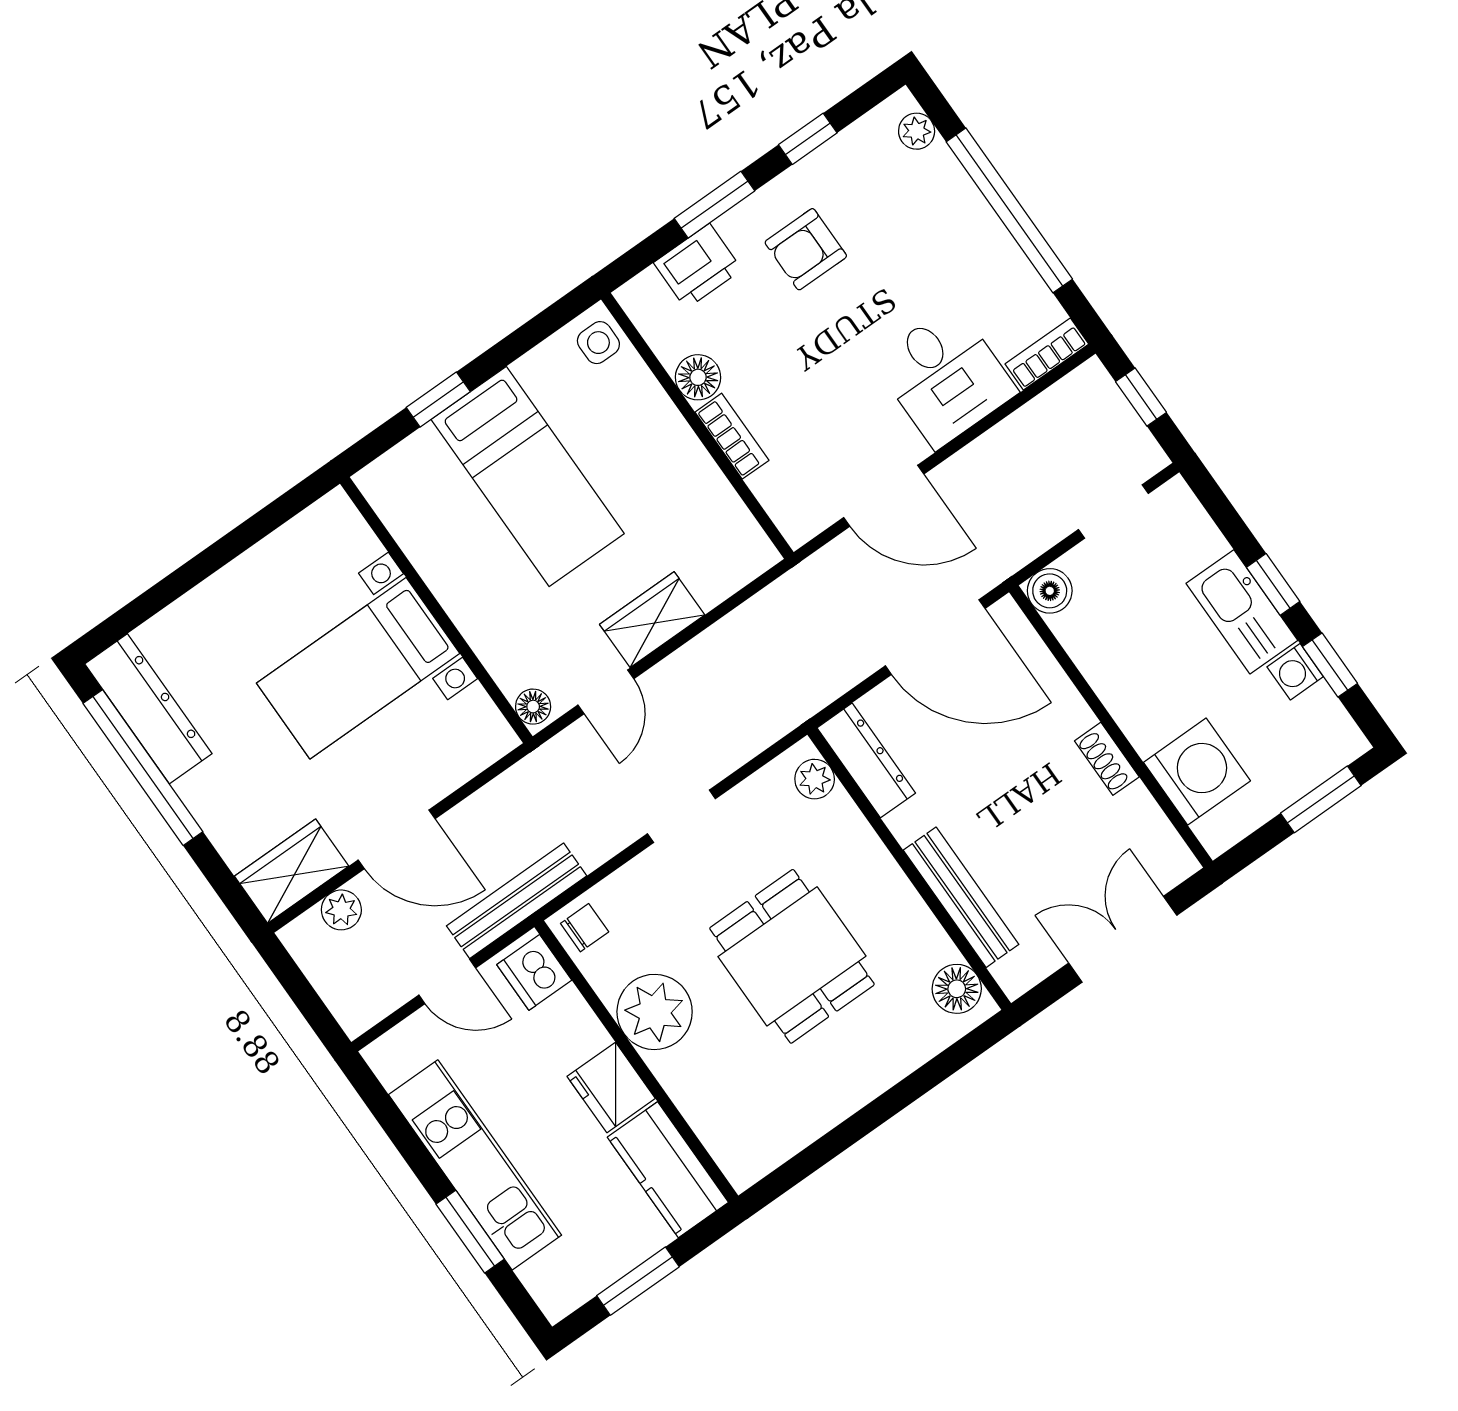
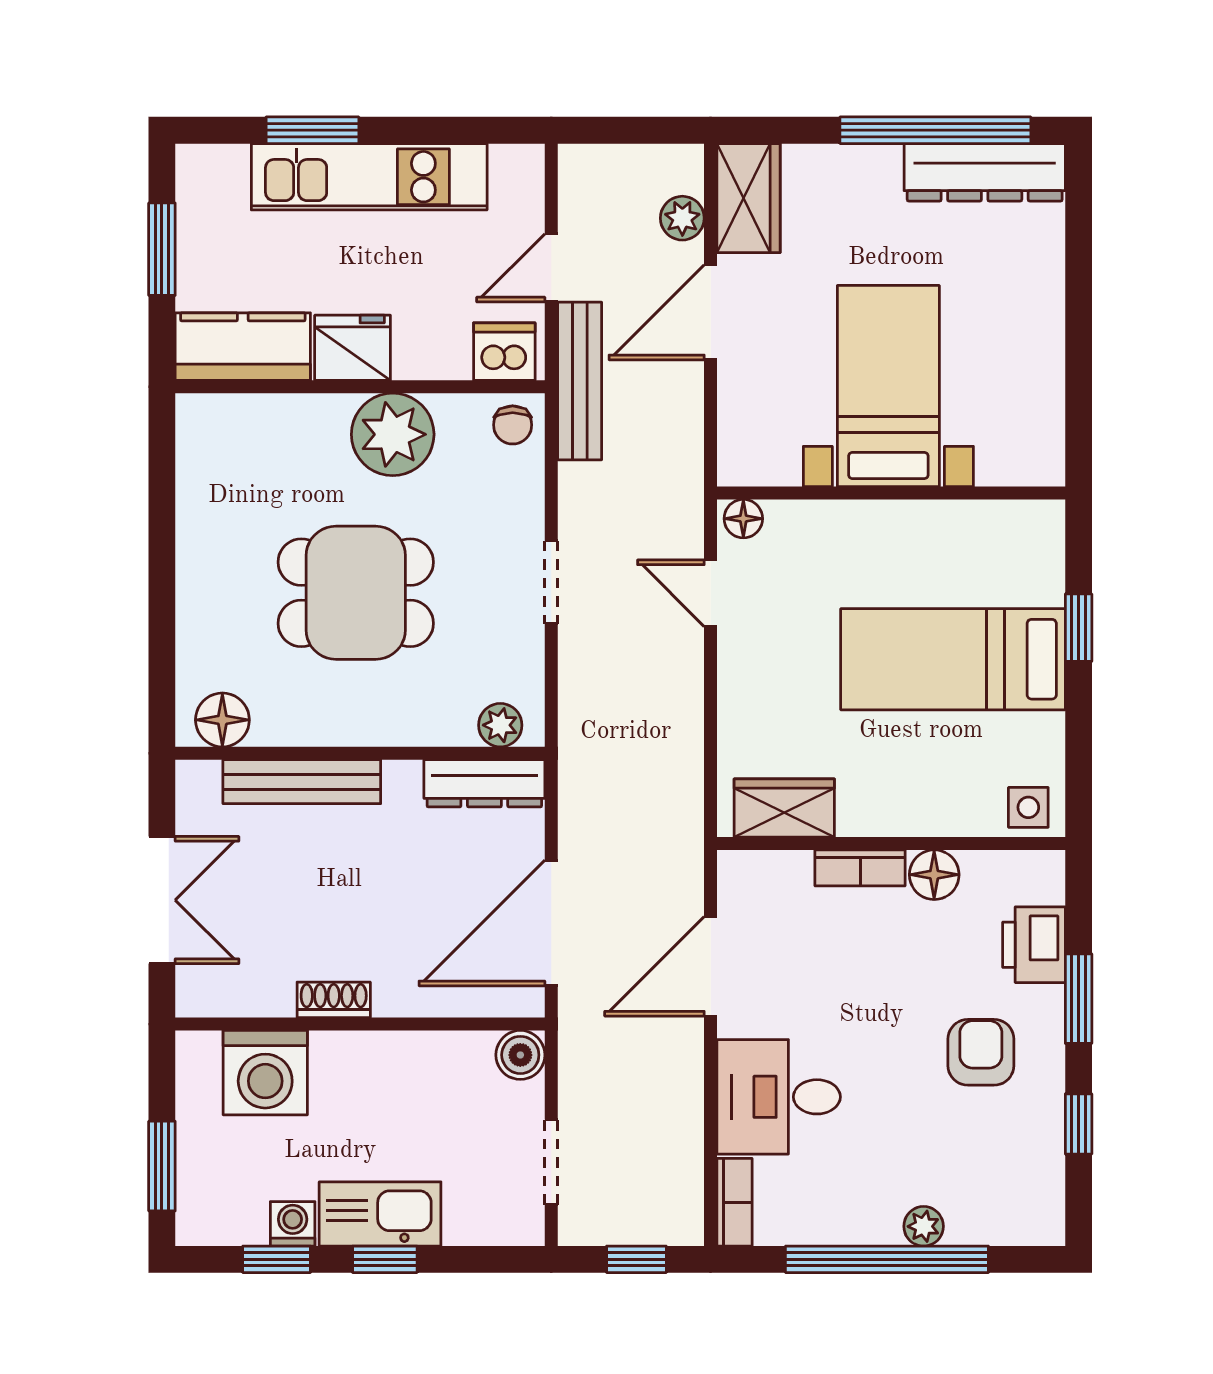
plant: (917, 131) -> (924, 1226), moved
wardrobe: (652, 620) -> (784, 808), moved, turned -90

